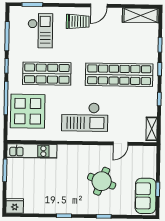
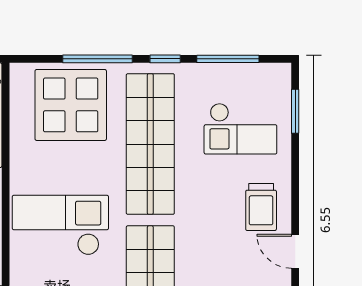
shop shelf: (47, 74) -> (150, 144), width x1.40
checkout: (85, 117) -> (60, 225), turned 90

